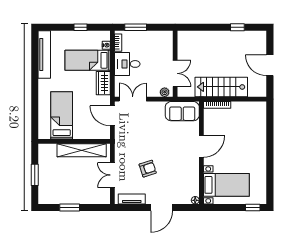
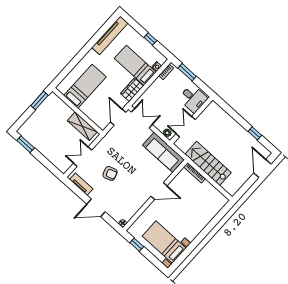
desk: (127, 64) -> (193, 98), moved, turned 180
door: (270, 65) -> (262, 168), moved
double door: (175, 73) -> (186, 127), swing flipped
sofa: (182, 111) -> (164, 152), width x1.36
shelving: (82, 150) -> (82, 126), width x0.68
window: (35, 175) -> (40, 100), moved
bed with nightstands: (226, 185) -> (164, 242), moved, turned 180
window: (70, 208) -> (26, 144), moved
window: (253, 208) -> (137, 245), moved

